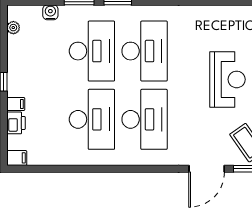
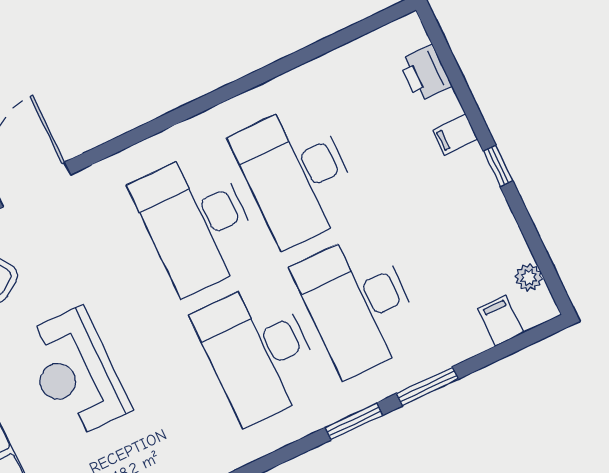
water cooler: (50, 12) -> (472, 340), removed
printer: (16, 123) -> (425, 73), moved
filing cabinet: (17, 158) -> (501, 321), moved, turned 90

